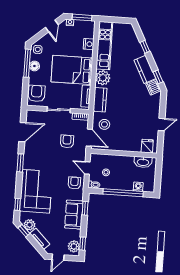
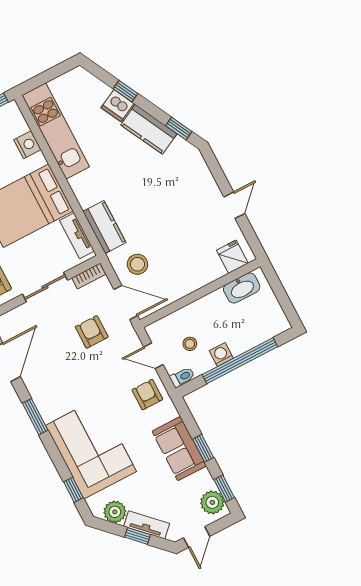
plant: (103, 78) -> (86, 187), removed
dishwasher: (153, 87) -> (117, 106), moved
washing machine: (138, 187) -> (221, 355), moved
window: (85, 208) -> (203, 448), moved
window: (24, 231) -> (137, 536), moved

